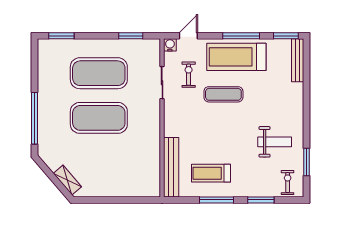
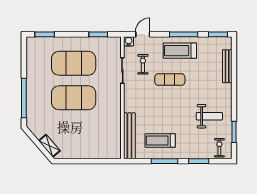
treadmill: (236, 57) -> (180, 51), width x0.73, depth x0.73
bench: (298, 60) -> (227, 66), moved

